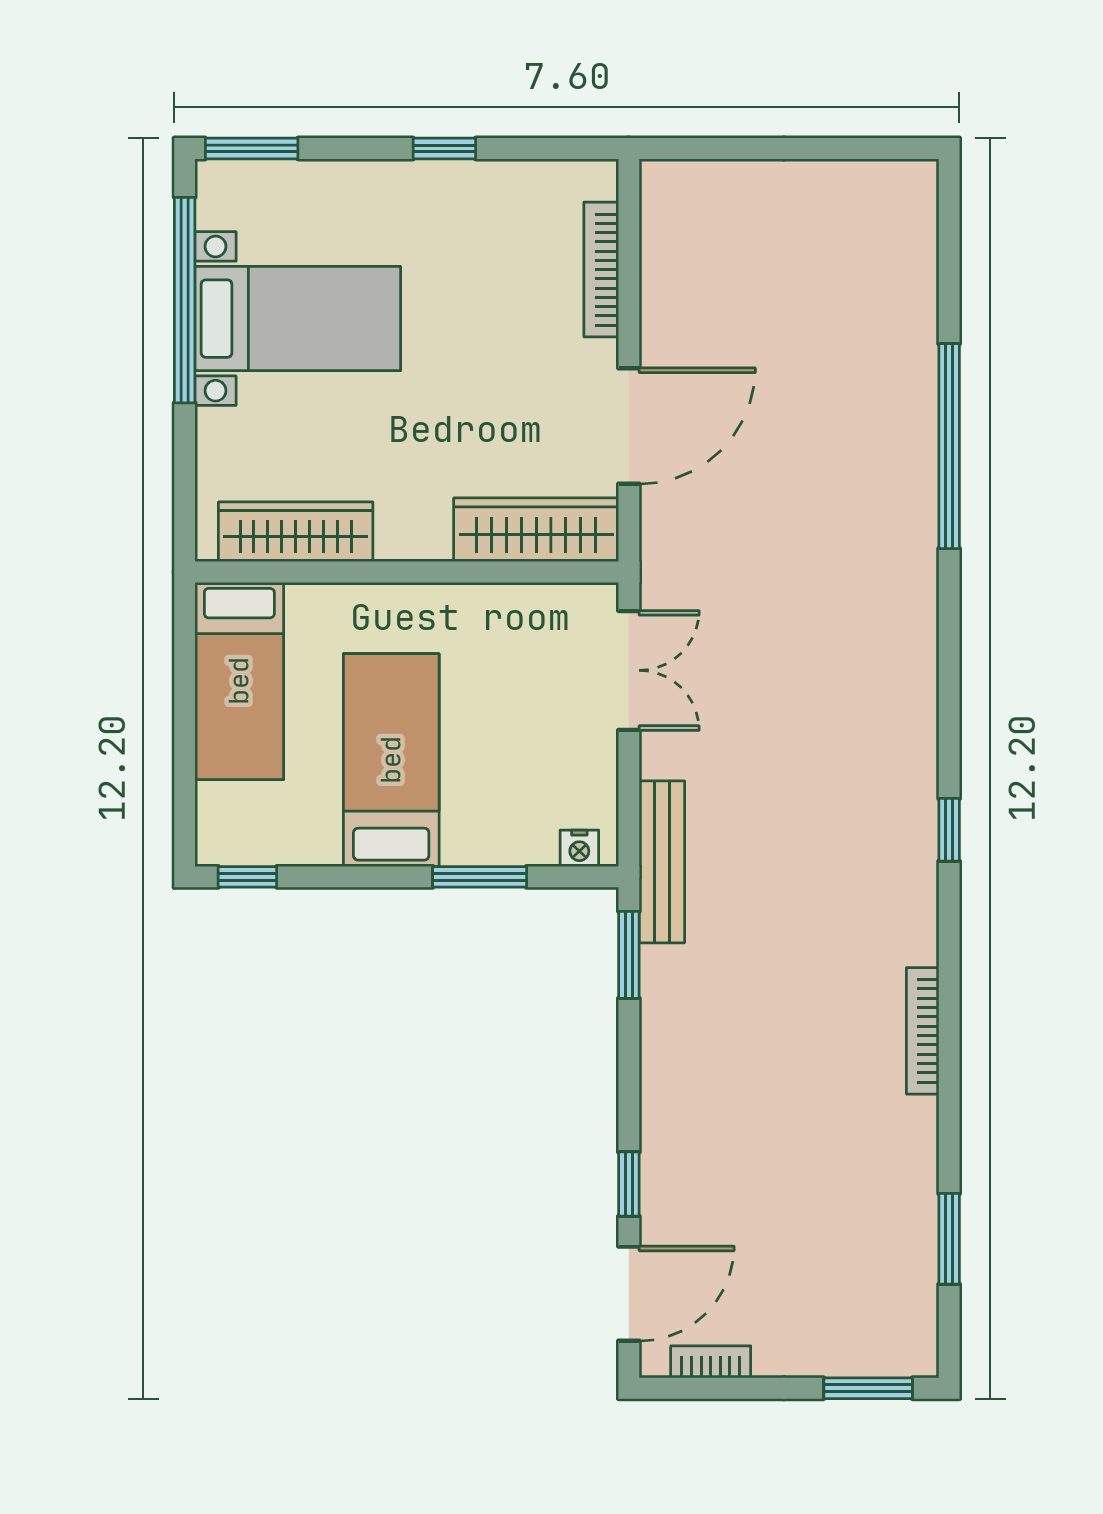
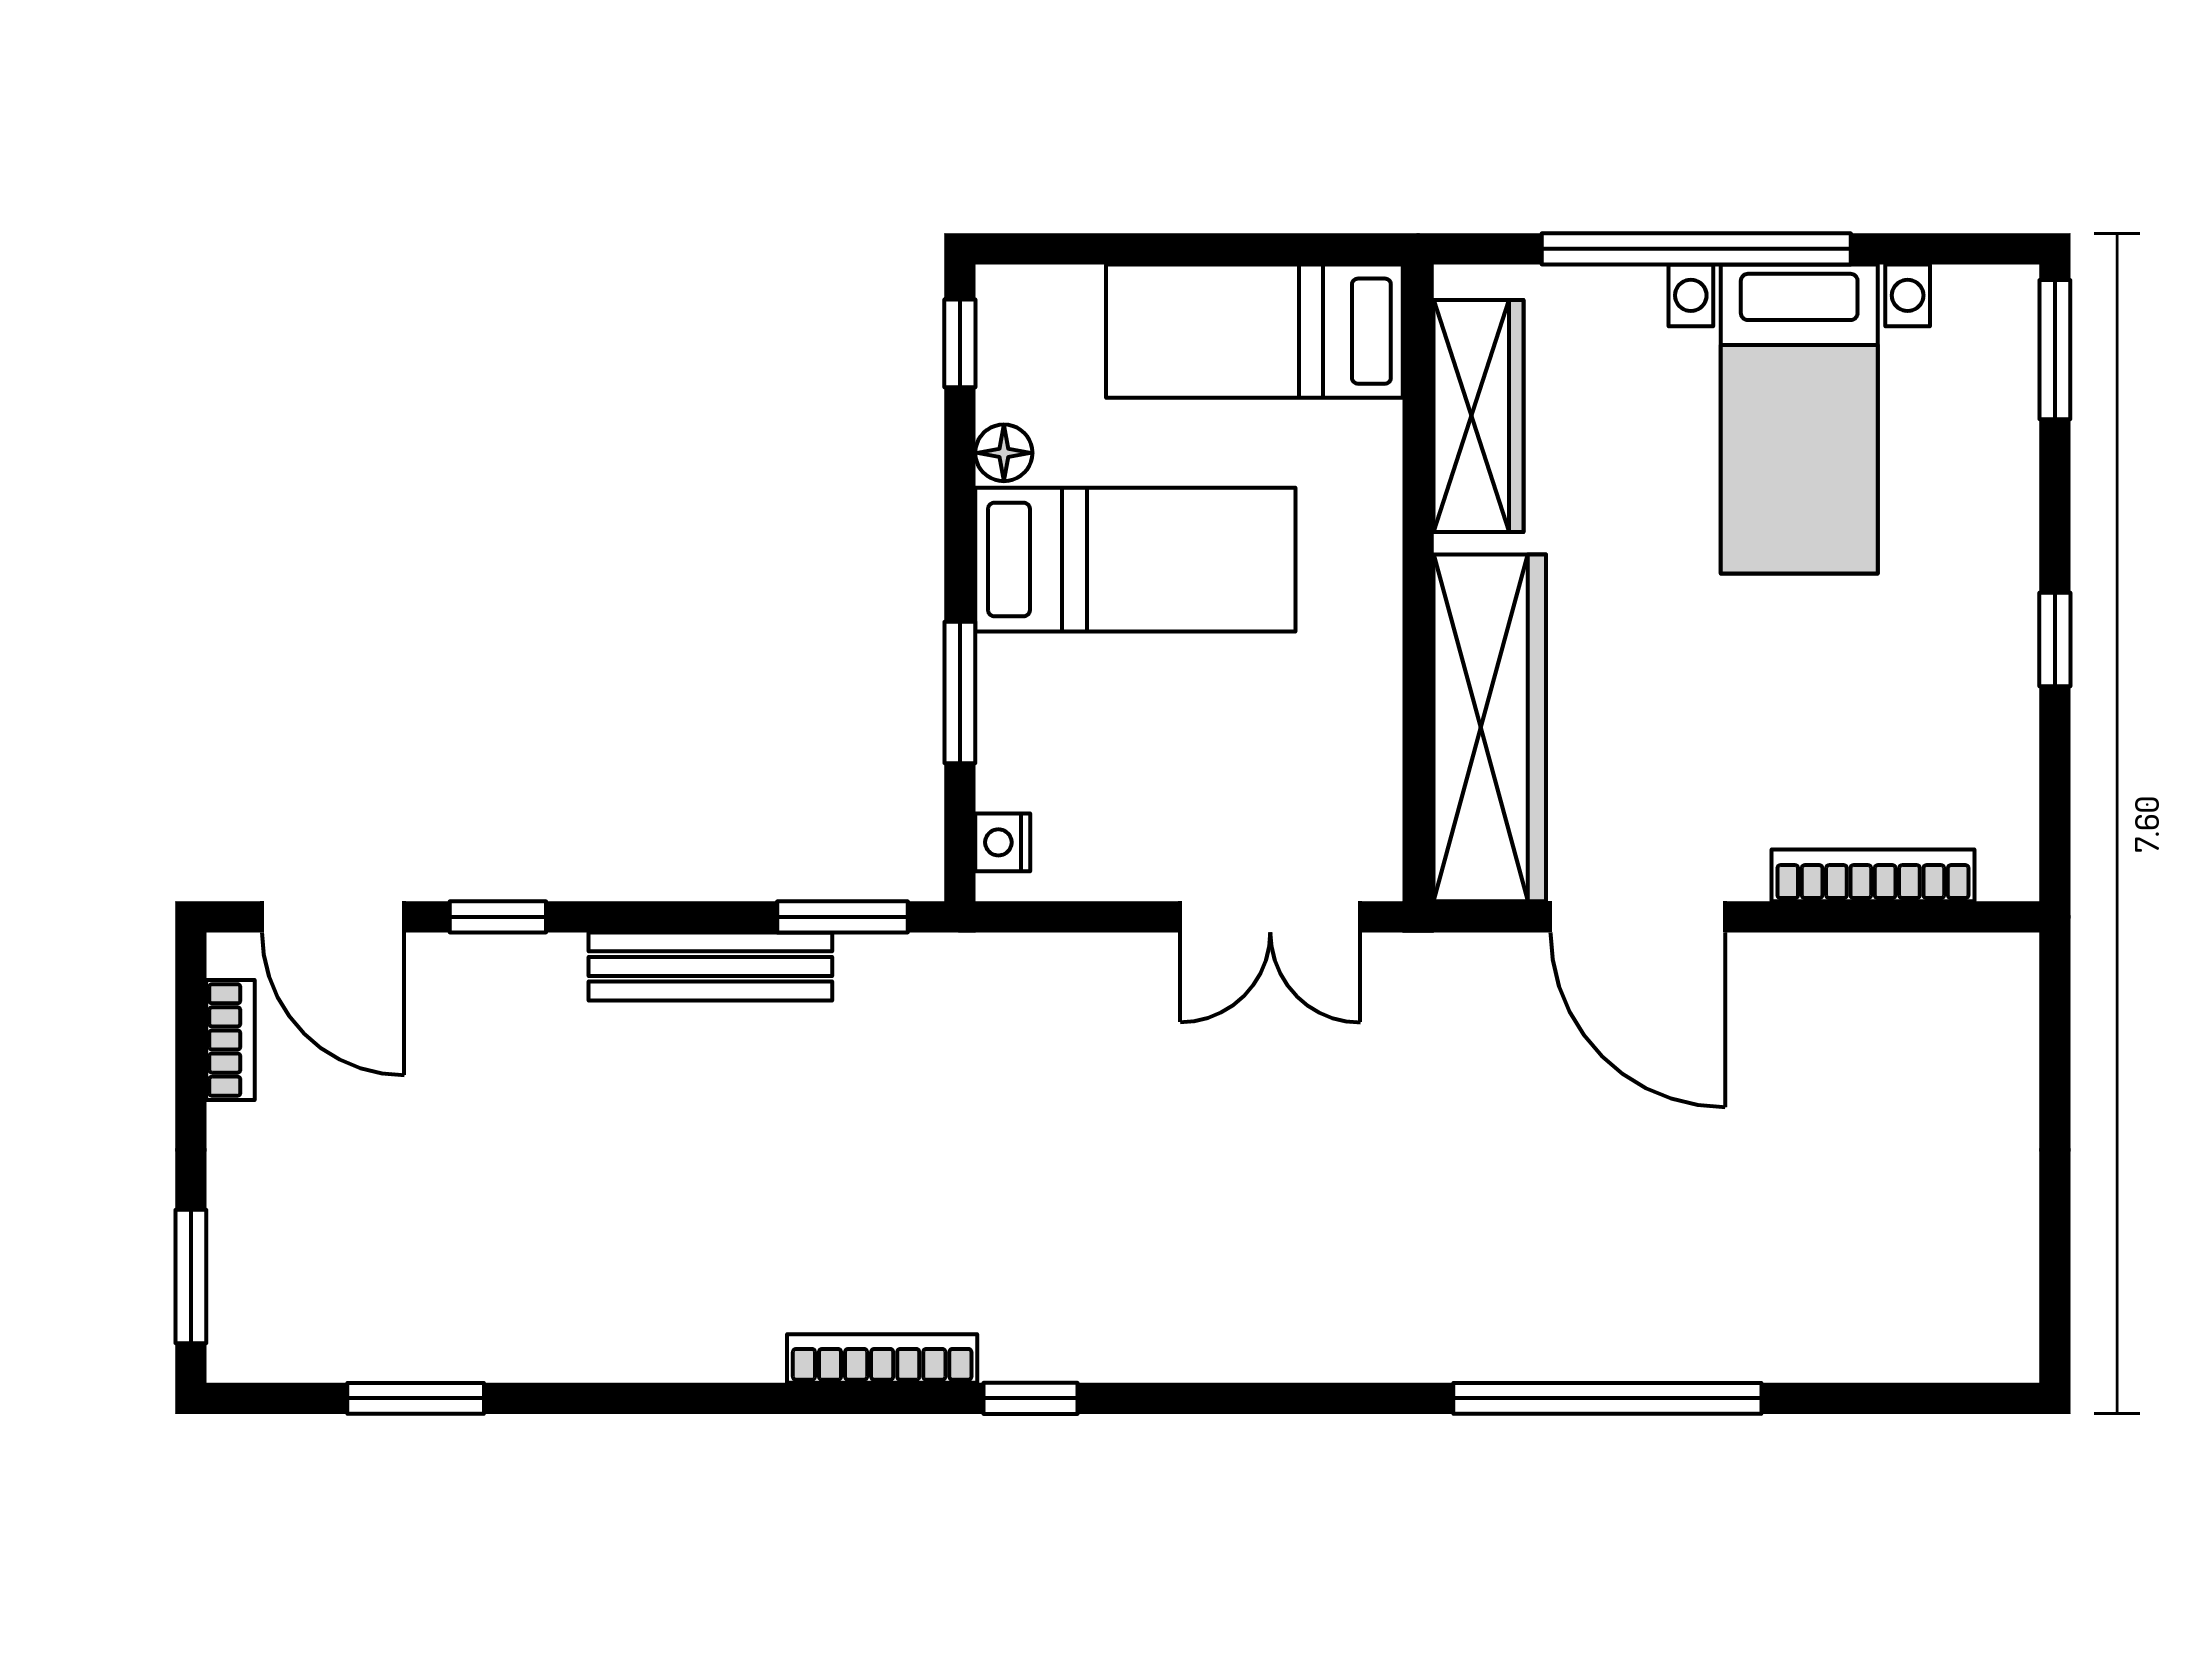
window: (185, 300) -> (1696, 249), moved
wardrobe: (536, 530) -> (1490, 728), width x1.40, depth x1.17
floor lamp: (320, 848) -> (1004, 453), added
bench: (662, 862) -> (710, 966), moved
bookcase: (923, 1031) -> (882, 1359), moved

